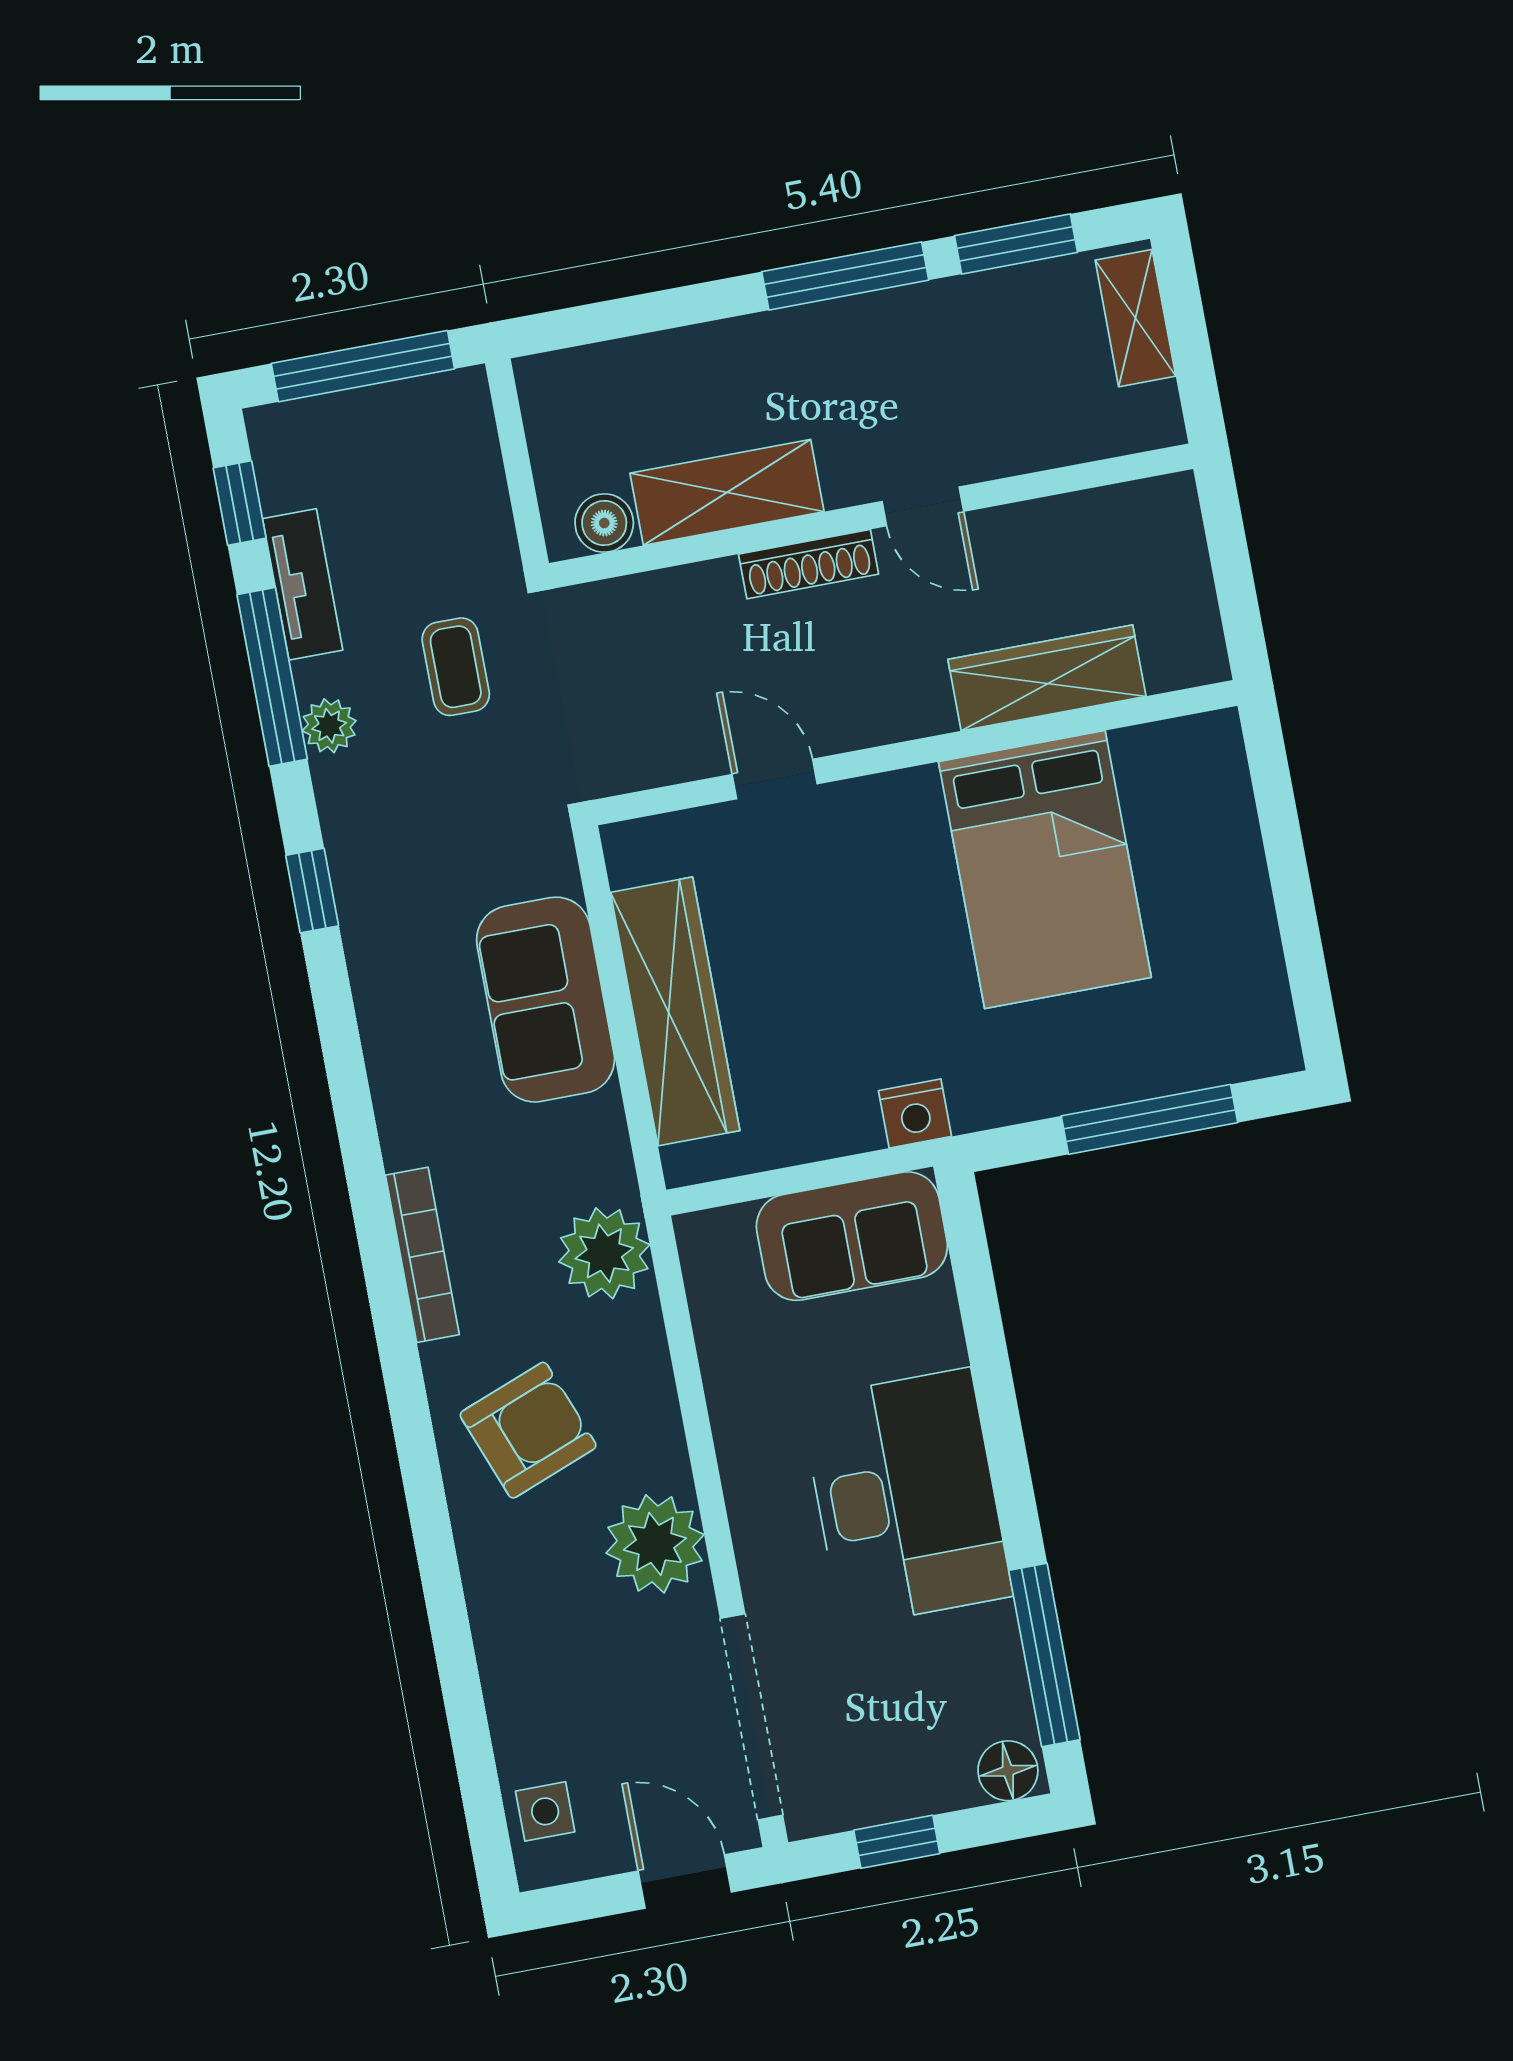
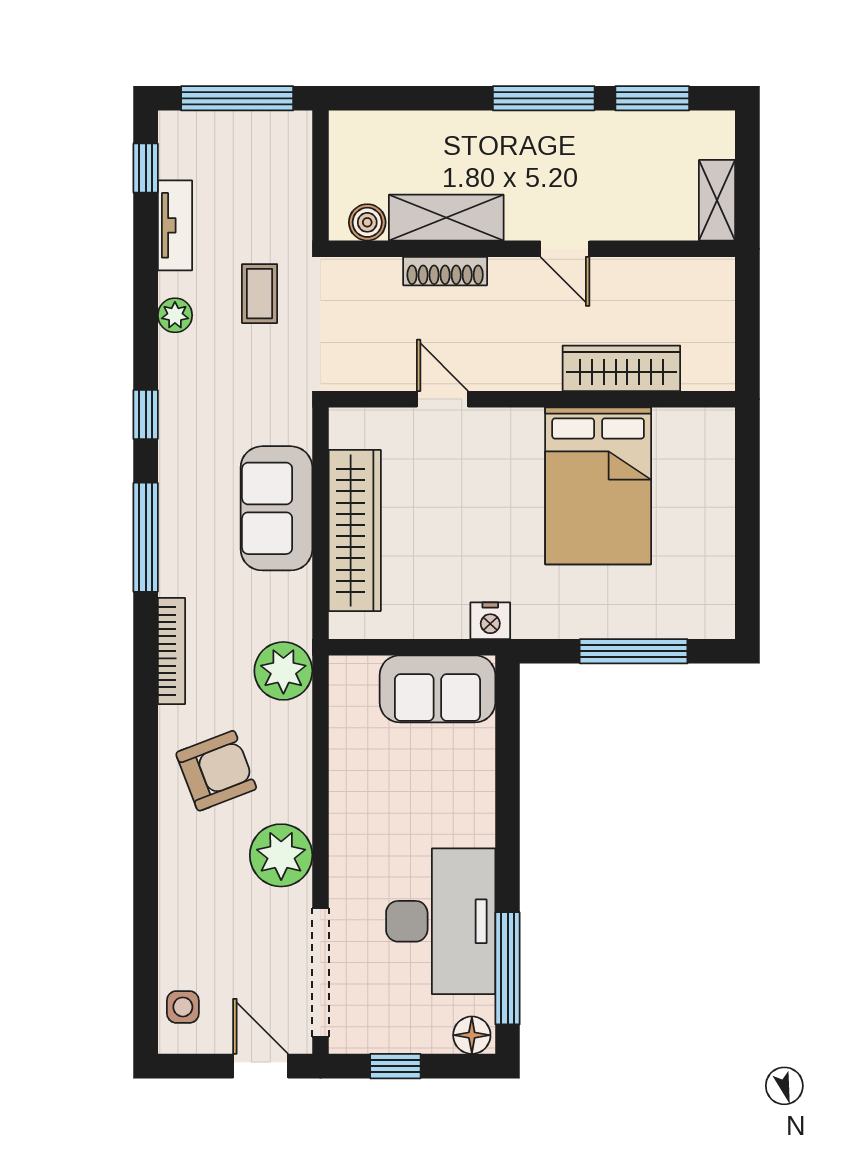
shelving: (1135, 318) -> (717, 200), moved
shoe rack: (809, 564) -> (445, 271), moved
window: (272, 677) -> (146, 537), moved
desk: (906, 1498) -> (441, 921), moved

